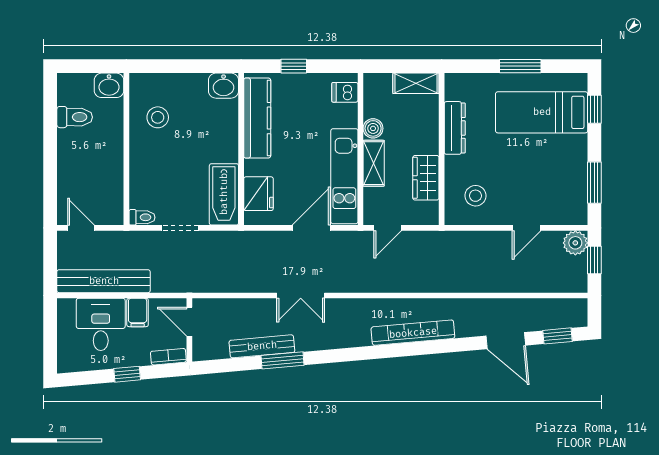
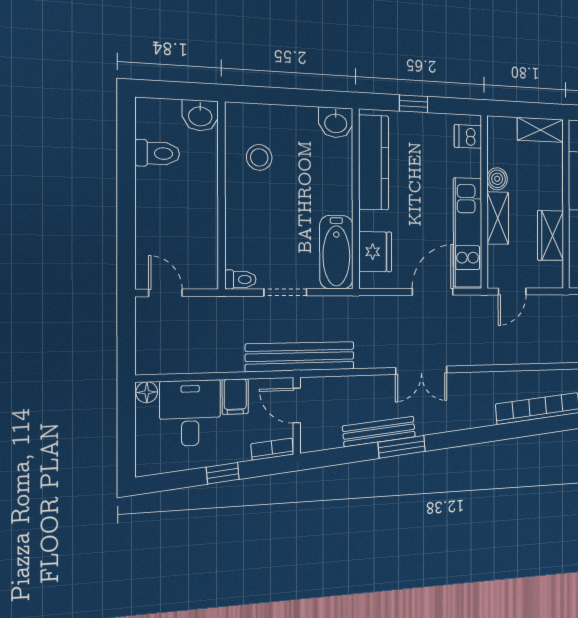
bench: (104, 281) -> (300, 357), moved
floor lamp: (66, 307) -> (147, 392), added

